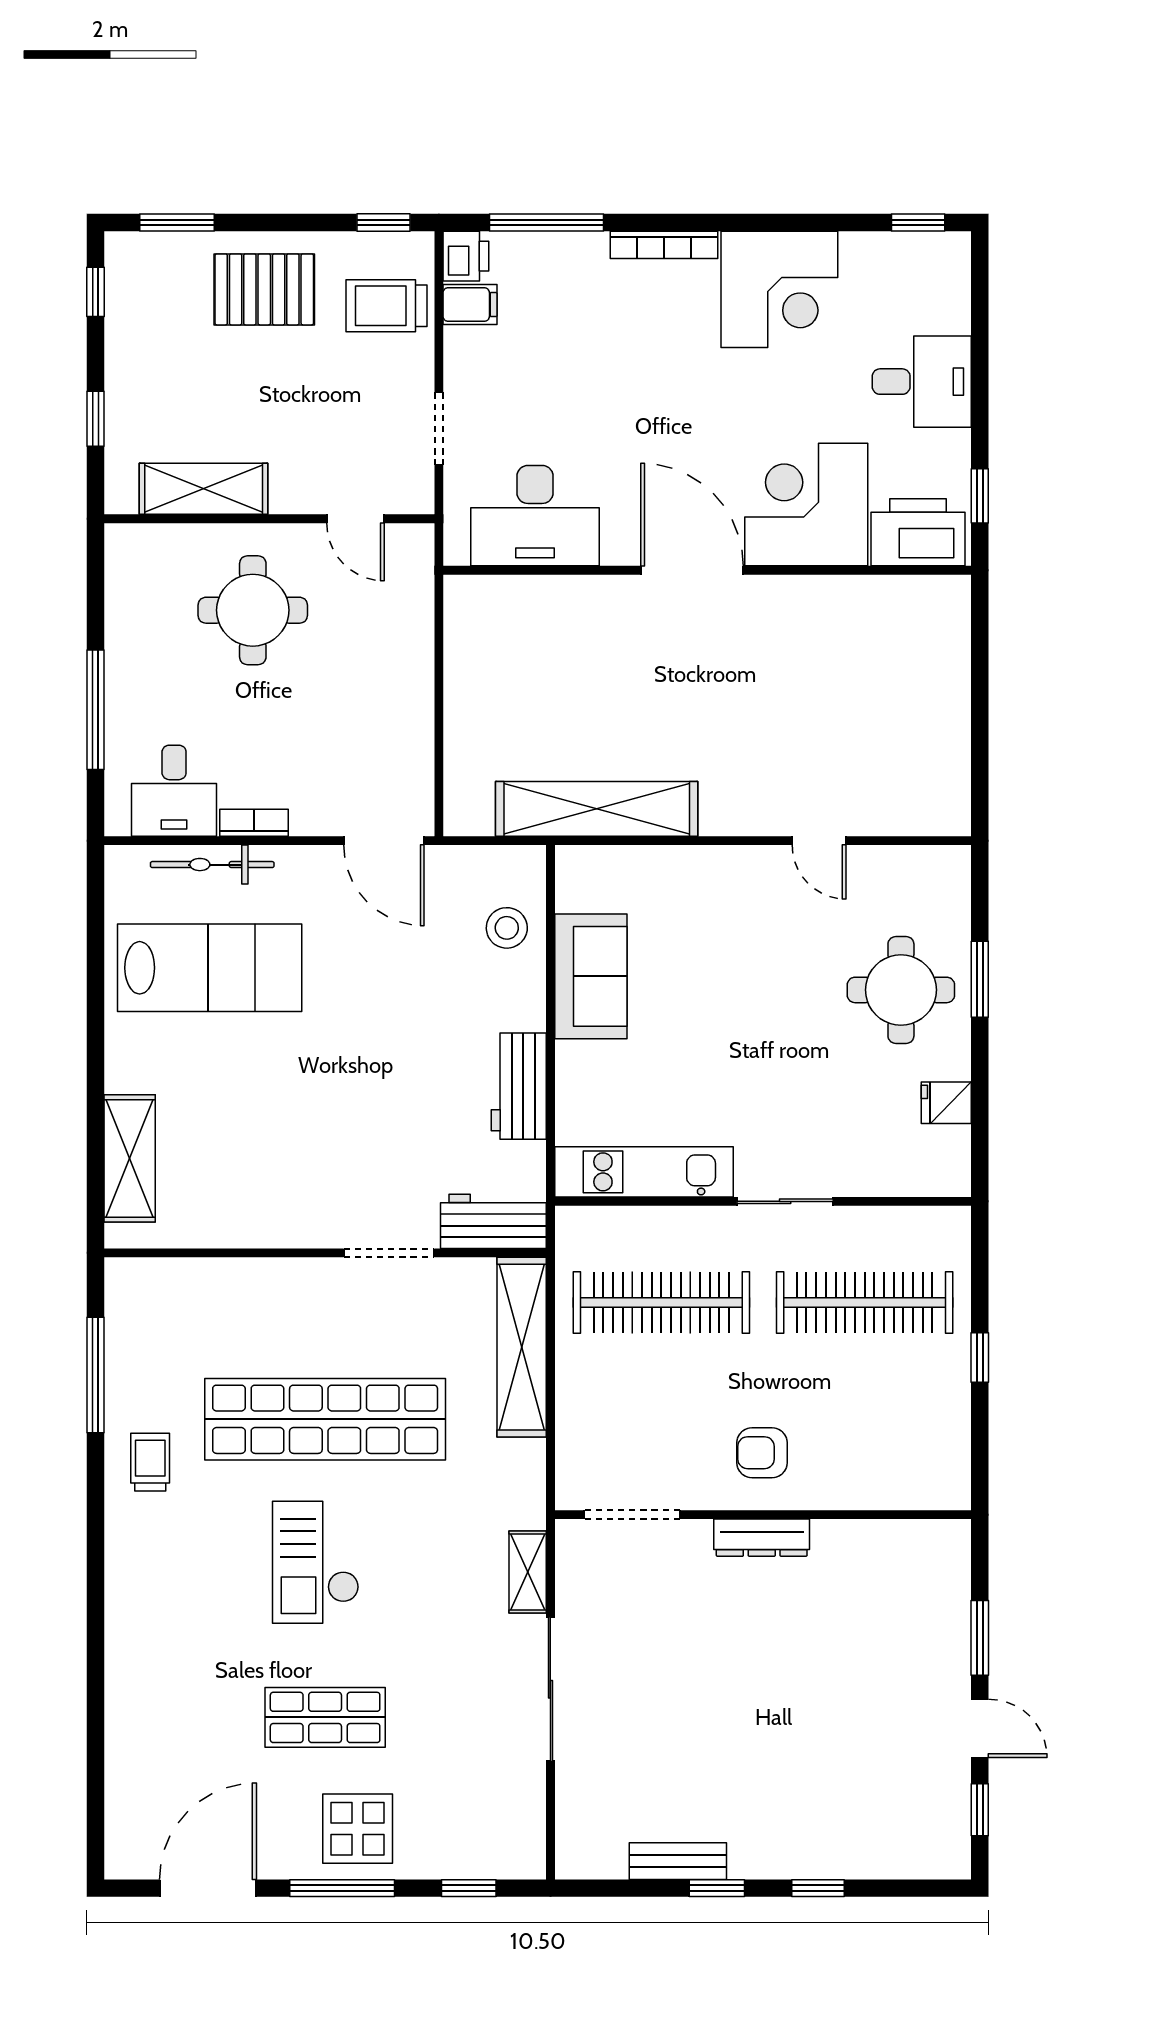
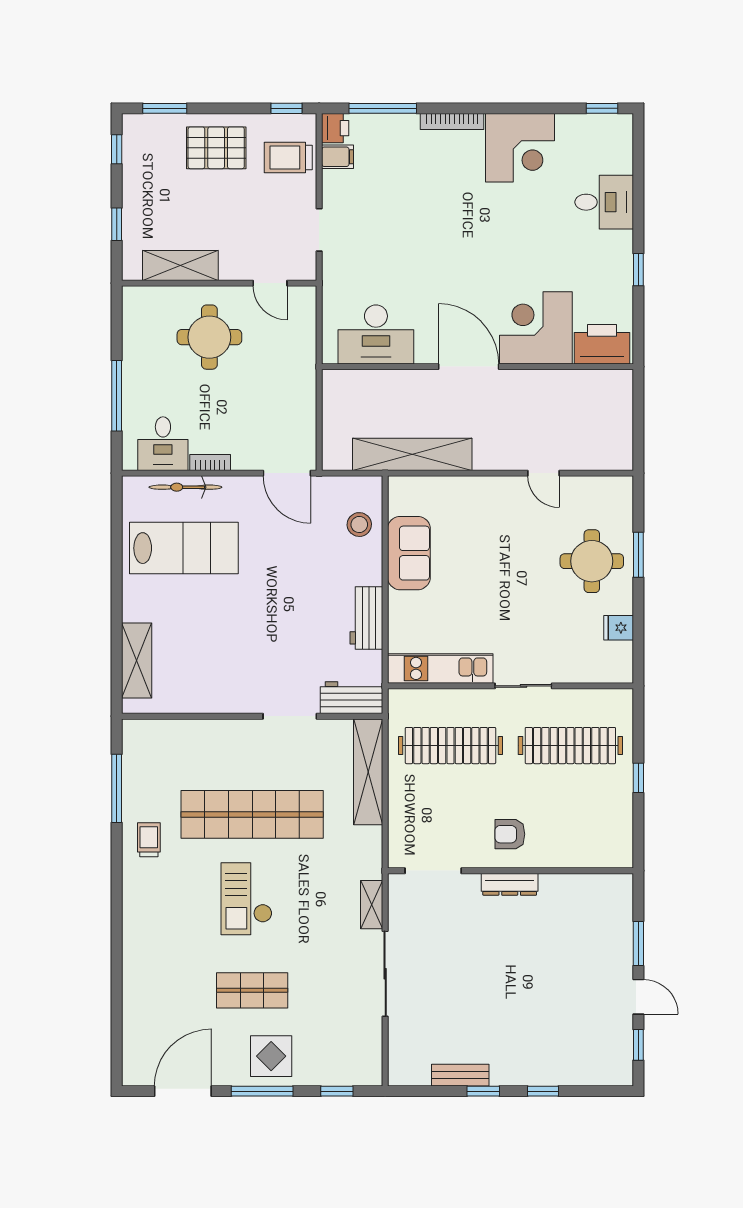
corner desk: (806, 504) -> (536, 328), moved
desk: (535, 516) -> (376, 334), moved
printer: (918, 532) -> (602, 344), moved
door: (692, 570) -> (469, 367), moved
wall: (707, 570) -> (478, 367), moved

